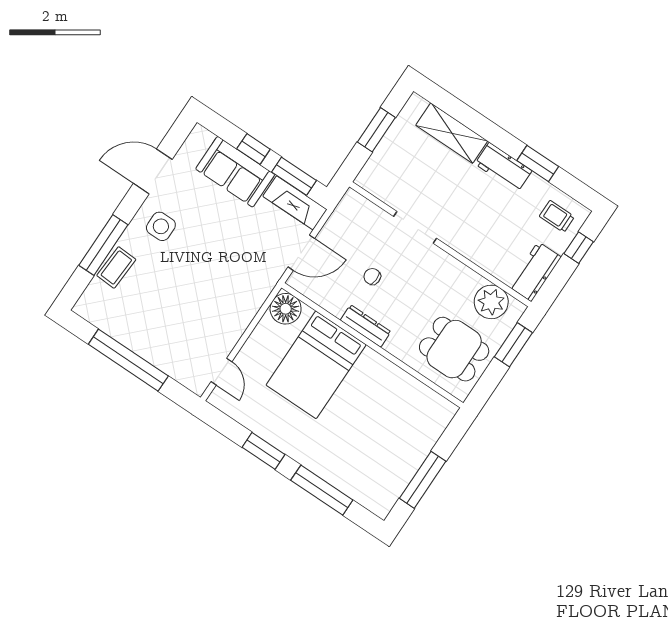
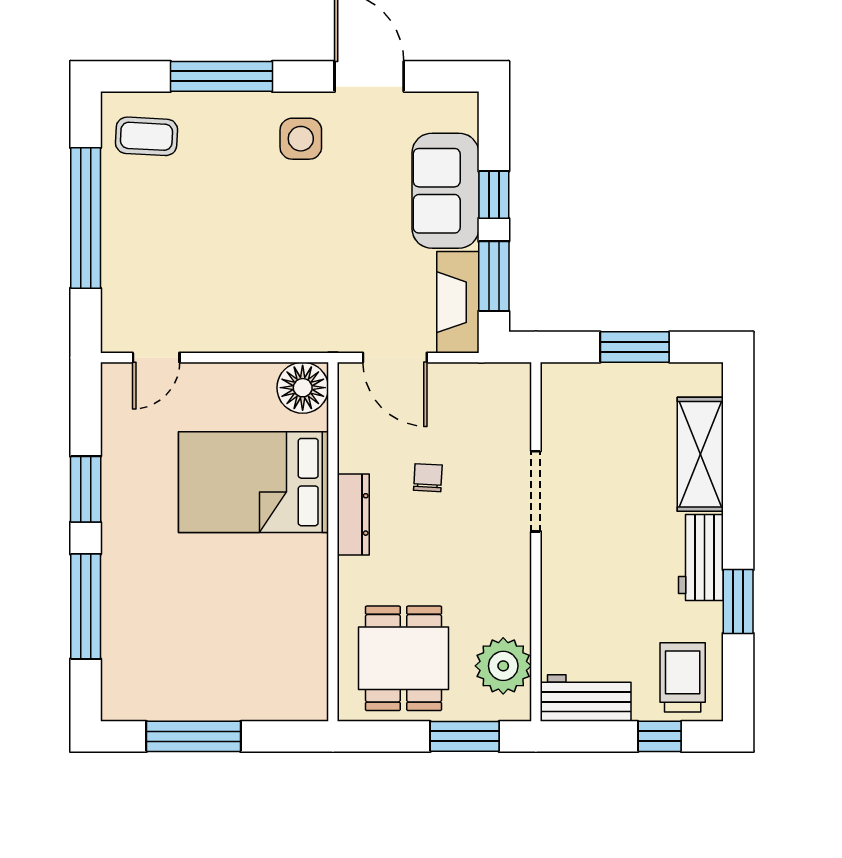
trolley: (557, 216) -> (683, 677), width x1.36, depth x1.39
coffee table: (116, 267) -> (146, 136), moved

